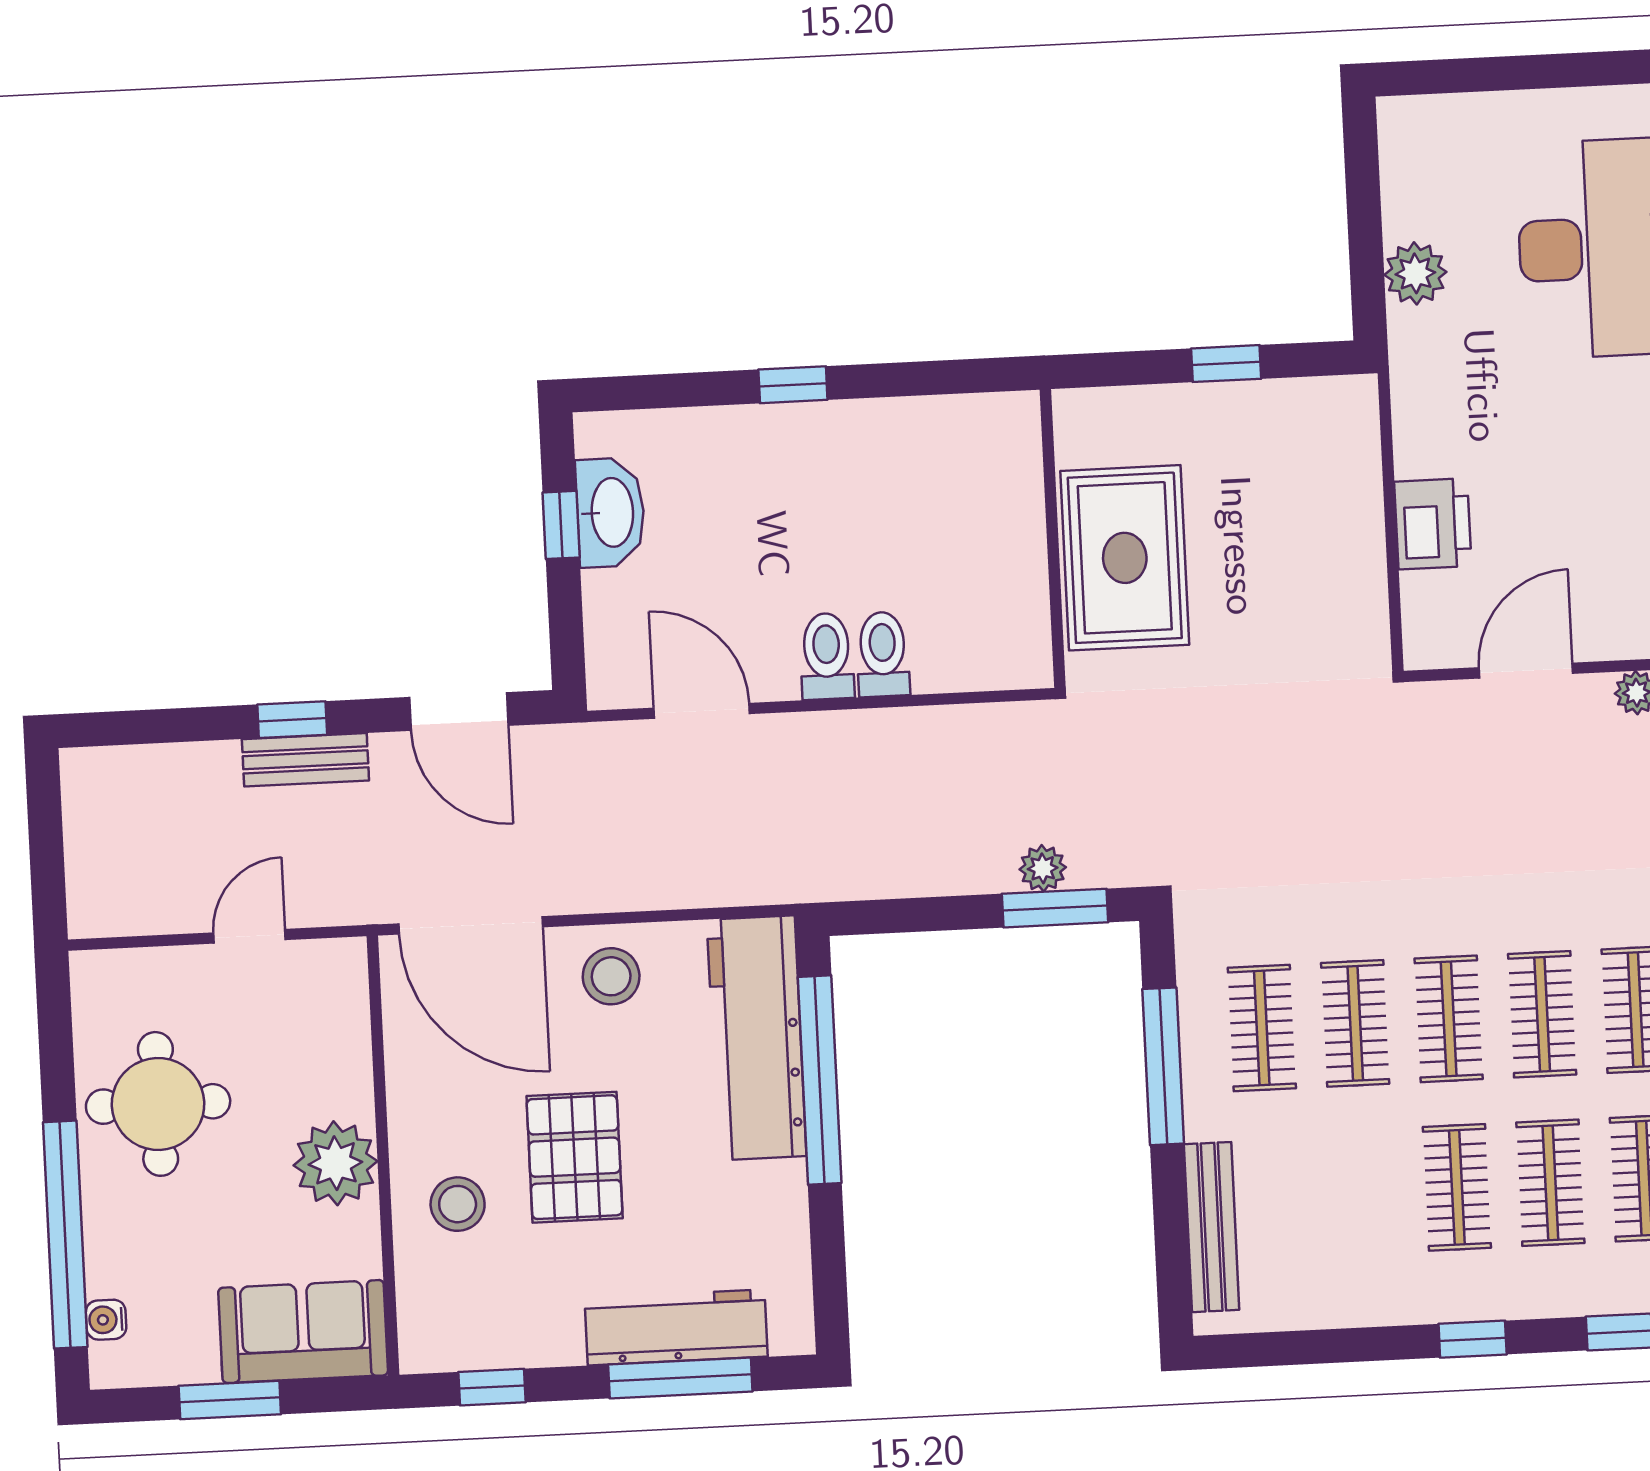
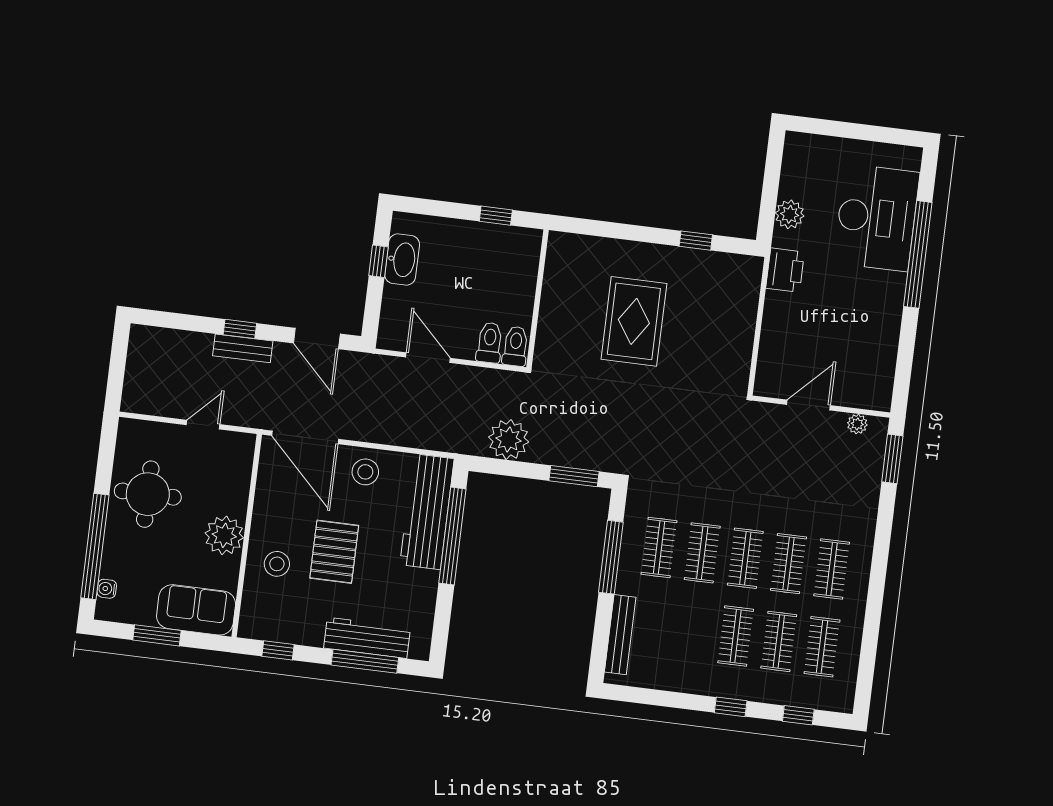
printer: (1433, 524) -> (785, 270), moved
wall: (1053, 539) -> (537, 299), moved
plant: (1043, 868) -> (509, 440), moved, width x1.87, depth x1.87

